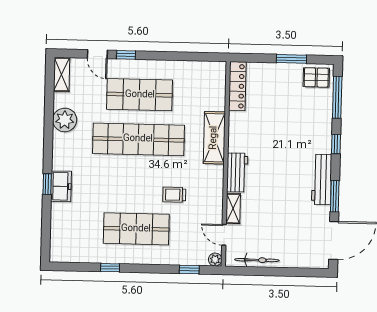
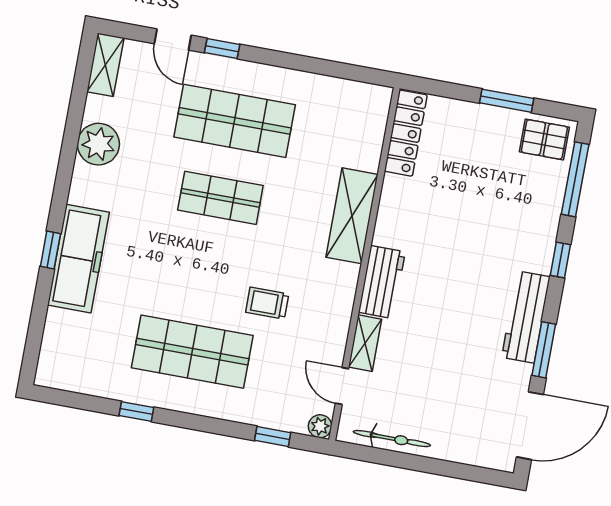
shop shelf: (138, 139) -> (220, 198), width x0.50, depth x0.74
freezer: (61, 186) -> (79, 259), width x1.91, depth x1.26

